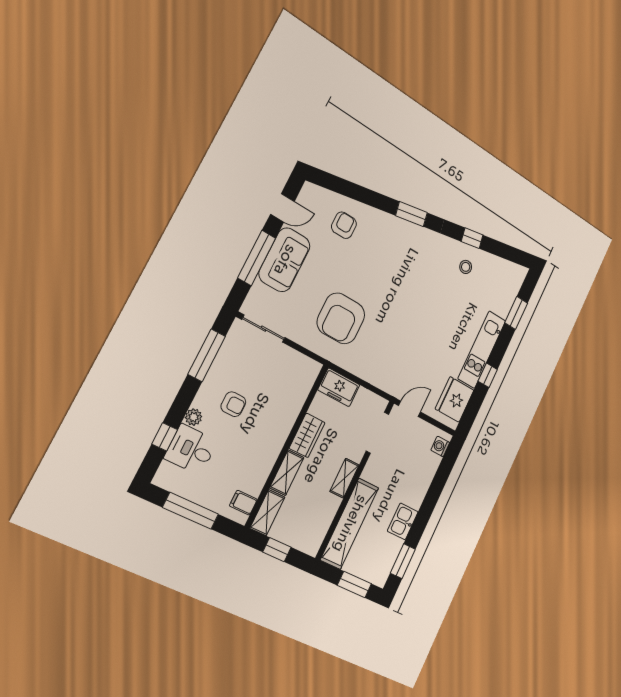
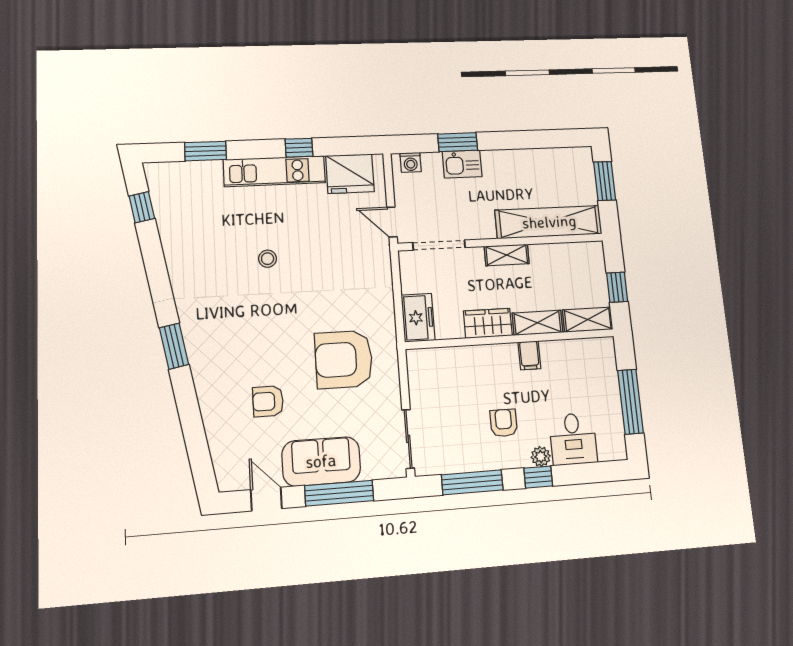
armchair: (344, 225) -> (268, 401), moved
window: (472, 238) -> (142, 207), moved
stool: (466, 267) -> (268, 259), moved
armchair: (341, 318) -> (344, 359), turned 180
window: (165, 437) -> (538, 477), moved
filing cabinet: (243, 503) -> (529, 355), moved
kitchen sink: (403, 521) -> (462, 164), moved
window: (403, 561) -> (458, 142), moved

